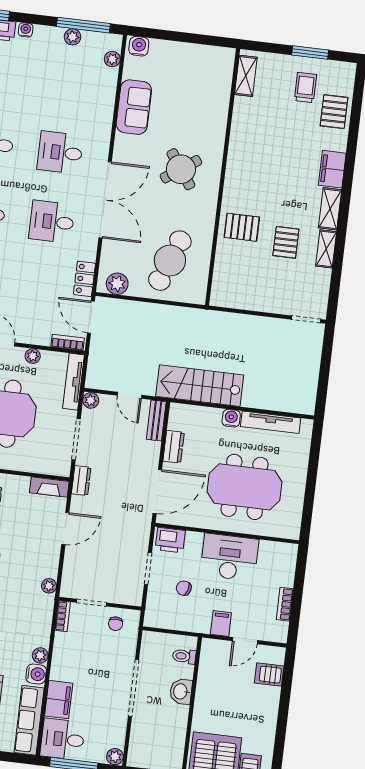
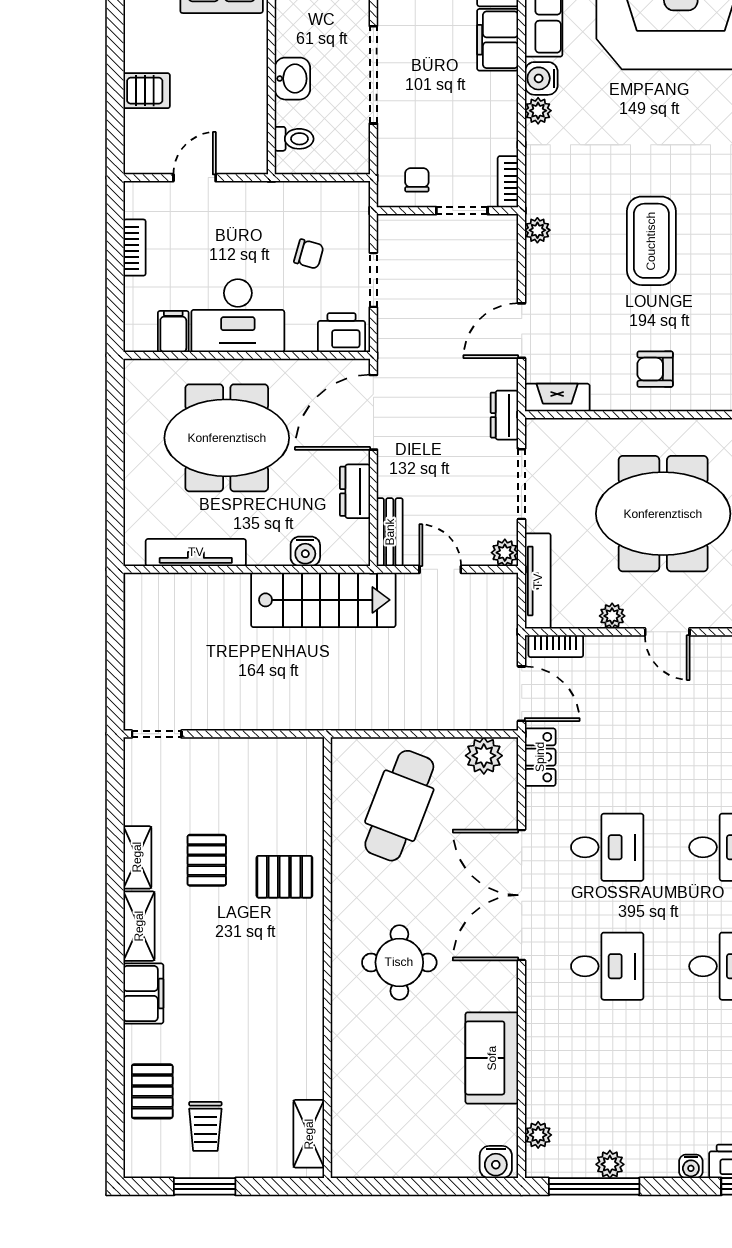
round table: (181, 169) -> (399, 962), turned 35
water cooler: (231, 418) -> (305, 551), moved
filing cabinet: (221, 624) -> (173, 332), moved, turned 180
server rack: (269, 674) -> (147, 91), moved

